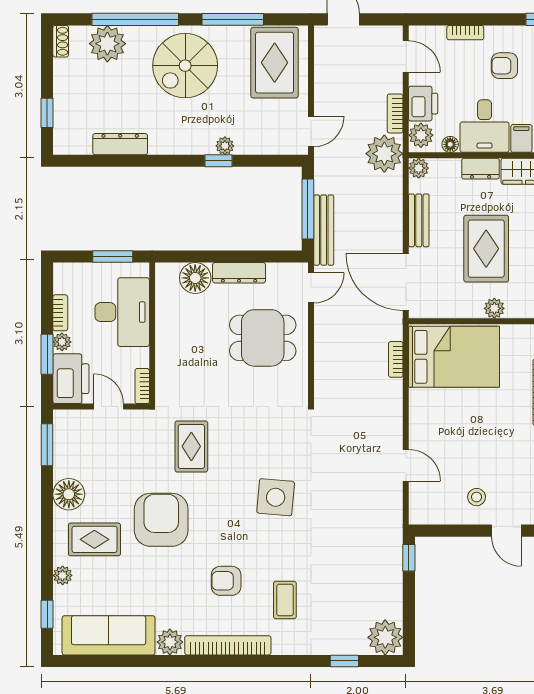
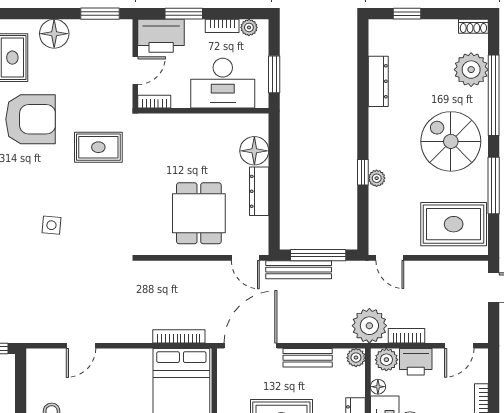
plant: (62, 342) -> (249, 27), moved
bookcase: (396, 359) -> (179, 336), width x1.56
side table: (276, 497) -> (51, 225), width x0.54, depth x0.54

